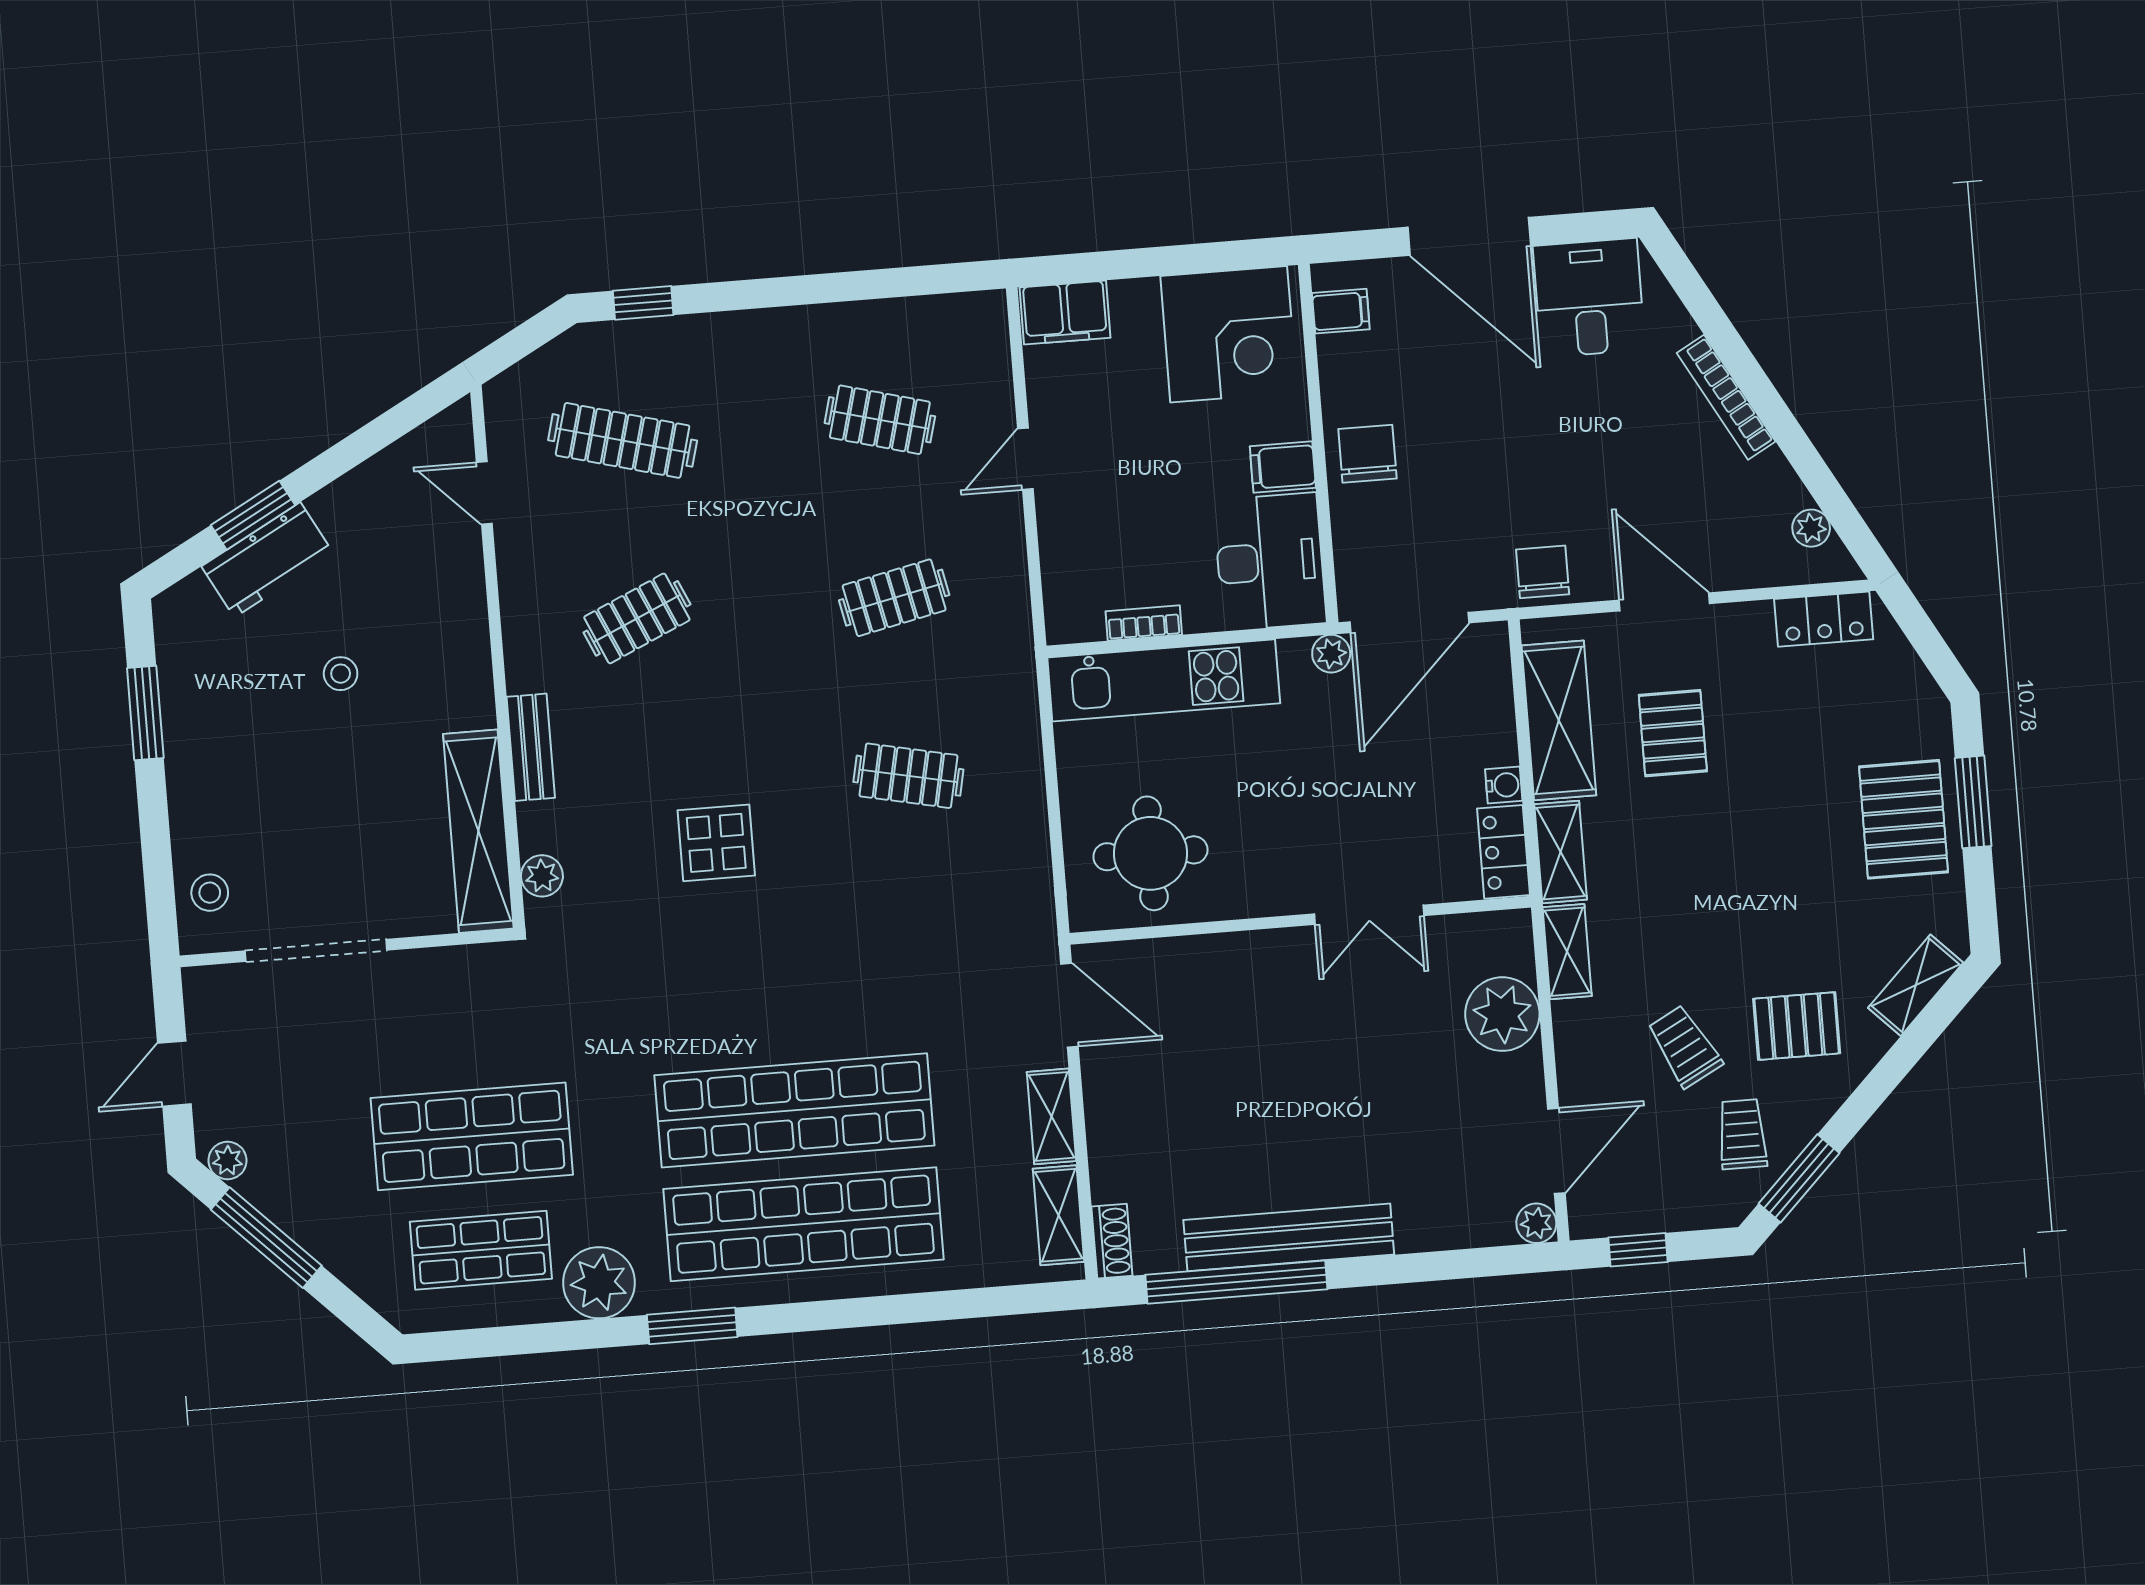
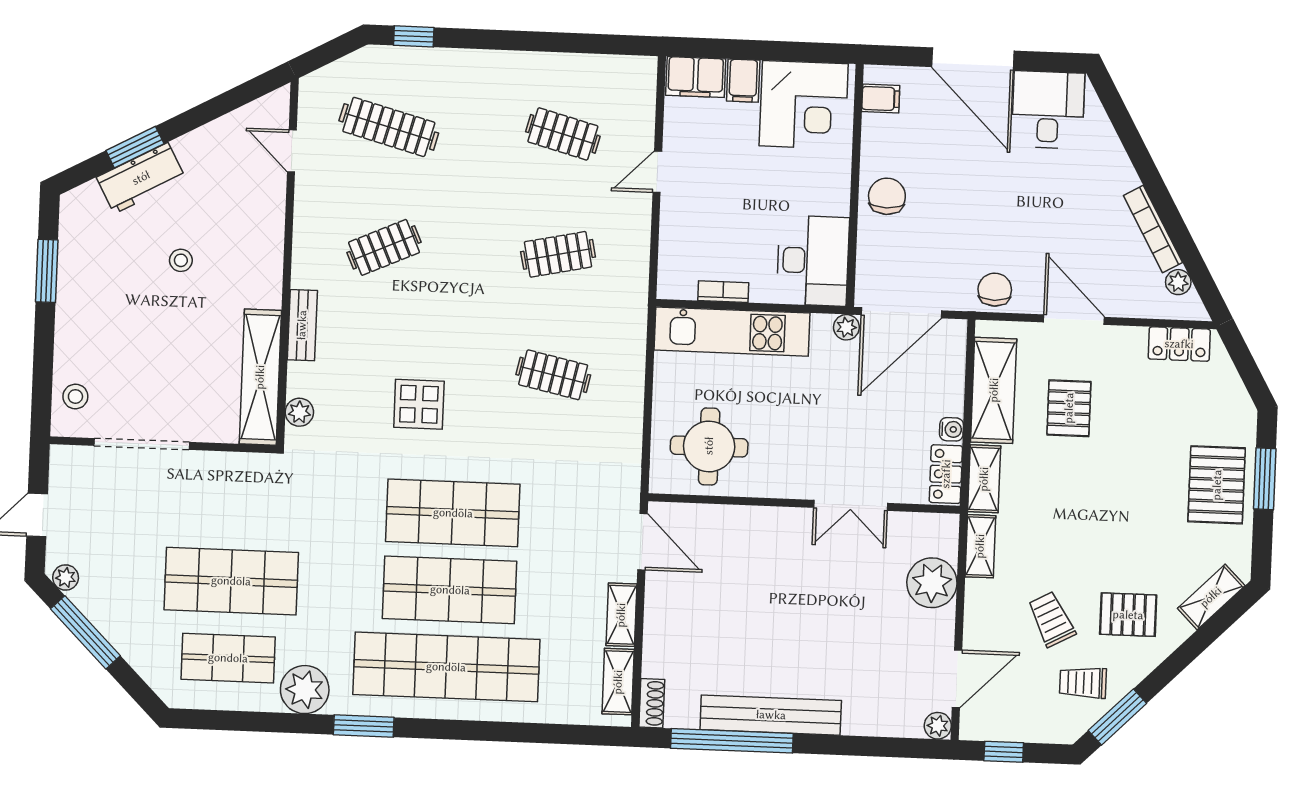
bookcase: (1726, 397) -> (1153, 229), moved
filing cabinet: (1283, 467) -> (743, 81), moved, turned -90
shop shelf: (785, 997) -> (453, 513), added
shop shelf: (794, 1110) -> (450, 590), width x0.71
trolley: (1742, 1134) -> (1083, 683), turned -90

